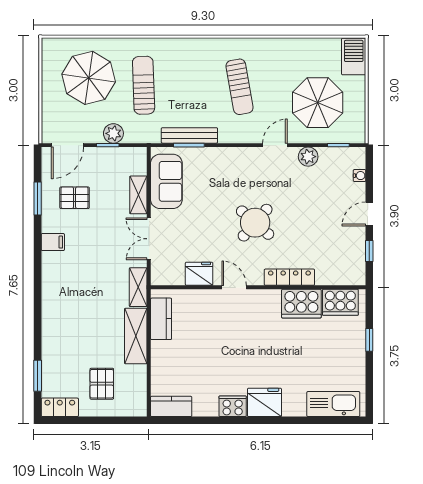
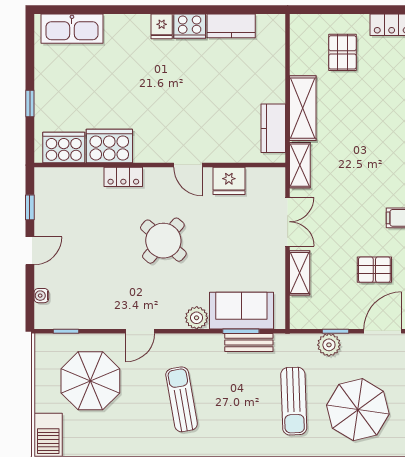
bench: (189, 135) -> (249, 342), width x0.73
plant: (308, 157) -> (197, 318), moved
sofa: (166, 181) -> (241, 311), moved, turned 90
locker: (289, 277) -> (123, 177), width x0.66
fridge: (264, 402) -> (162, 26), width x0.53, depth x0.75
kitchen counter: (171, 406) -> (231, 26), moved

